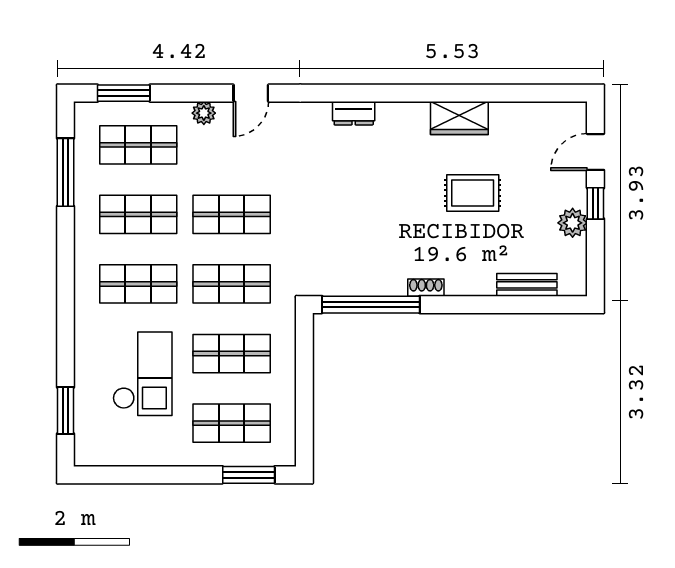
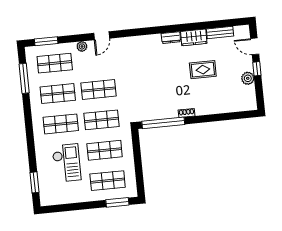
dresser: (354, 113) -> (171, 38), moved
door: (595, 152) -> (255, 46), hinge flipped
bench: (527, 285) -> (220, 33), moved

